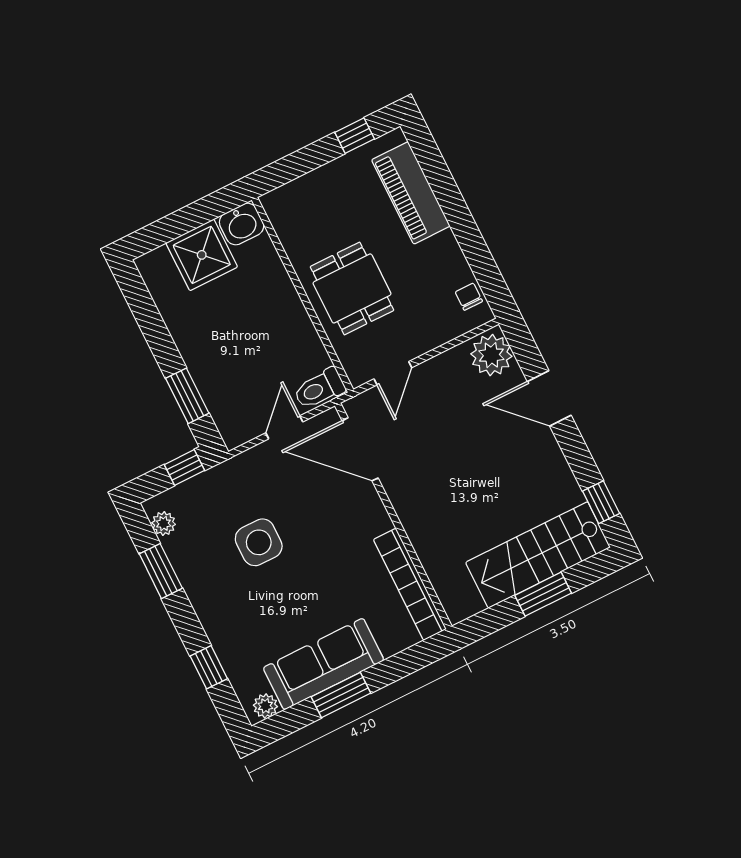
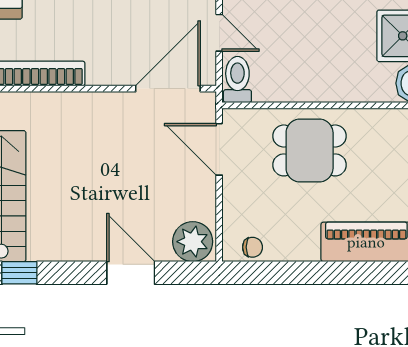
door: (393, 373) -> (219, 149), width x1.38
door: (549, 398) -> (131, 273), hinge flipped

